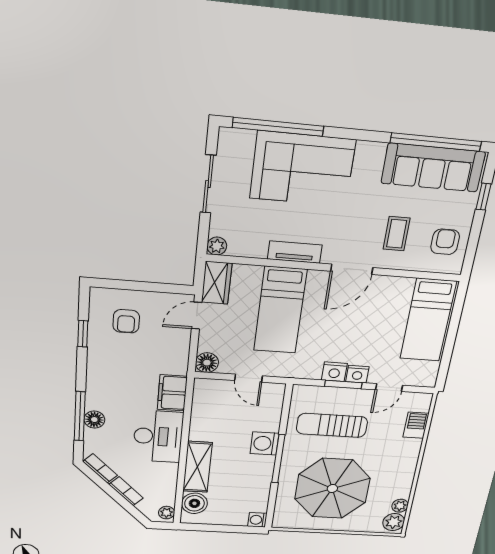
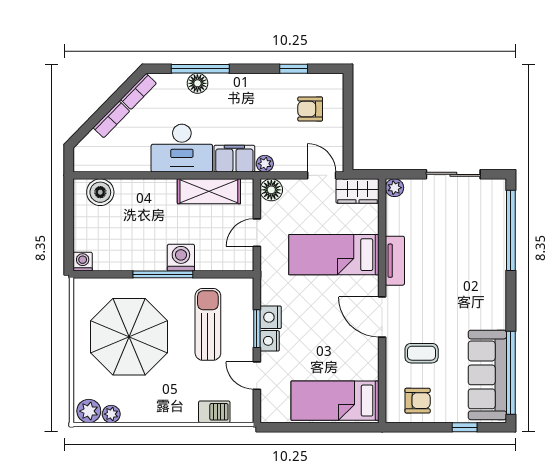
corner sofa: (302, 169) -> (475, 257), removed
shelving: (197, 467) -> (209, 191), moved
plant: (167, 513) -> (265, 164), moved

